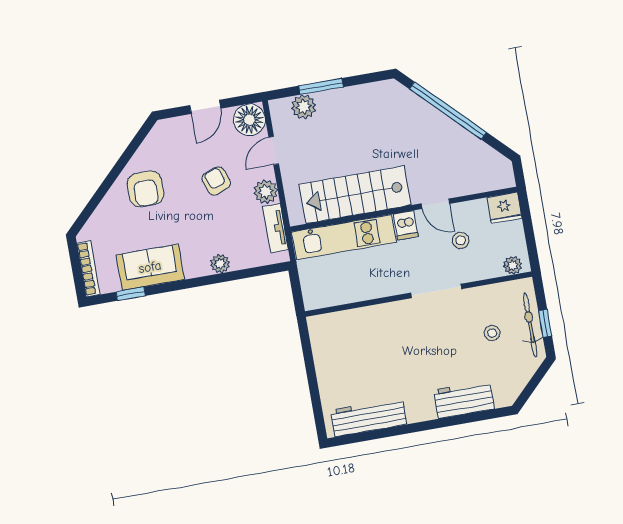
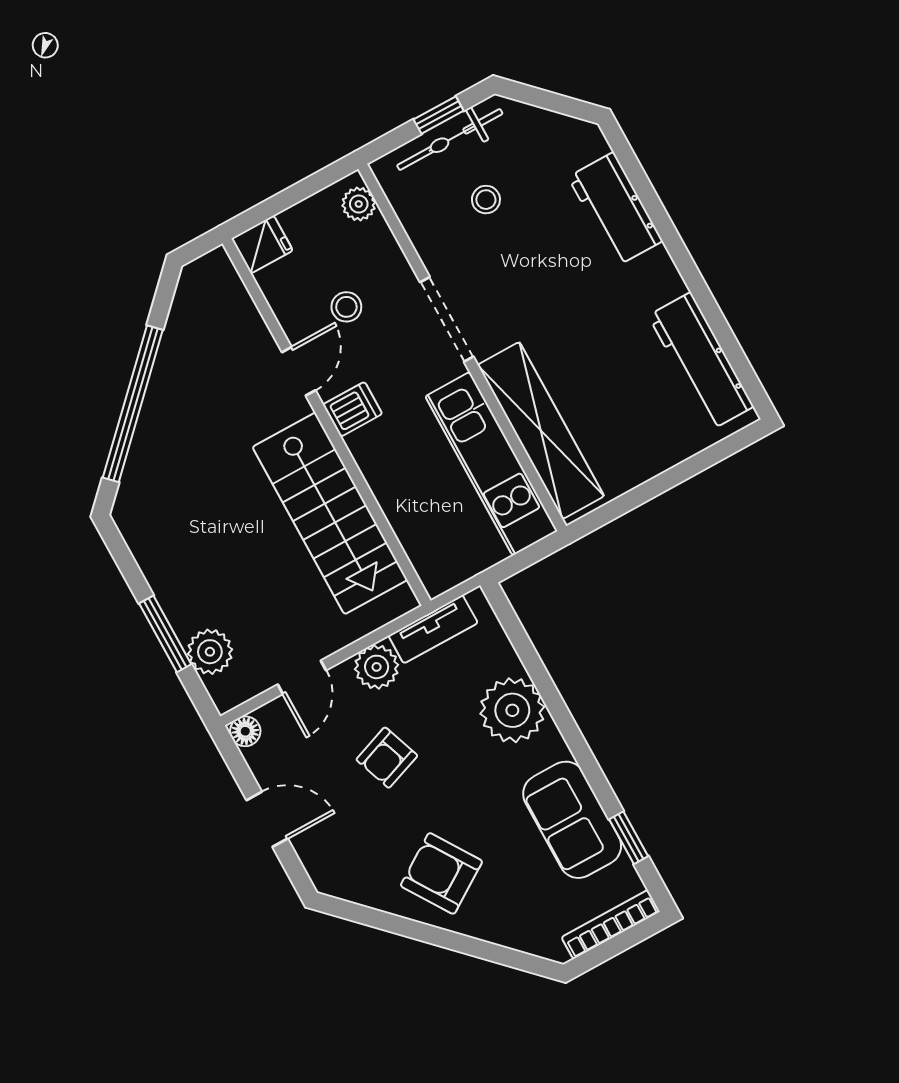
floor lamp: (249, 120) -> (245, 731), width x0.53, depth x0.53
door: (274, 151) -> (302, 677), hinge flipped
armchair: (145, 189) -> (441, 873), turned -123
fridge: (504, 208) -> (262, 244), width x0.72
kitchen unit: (344, 237) -> (491, 464), moved, turned 180
plant: (220, 264) -> (512, 710), width x1.88, depth x1.88
shelving: (361, 321) -> (541, 430), added

